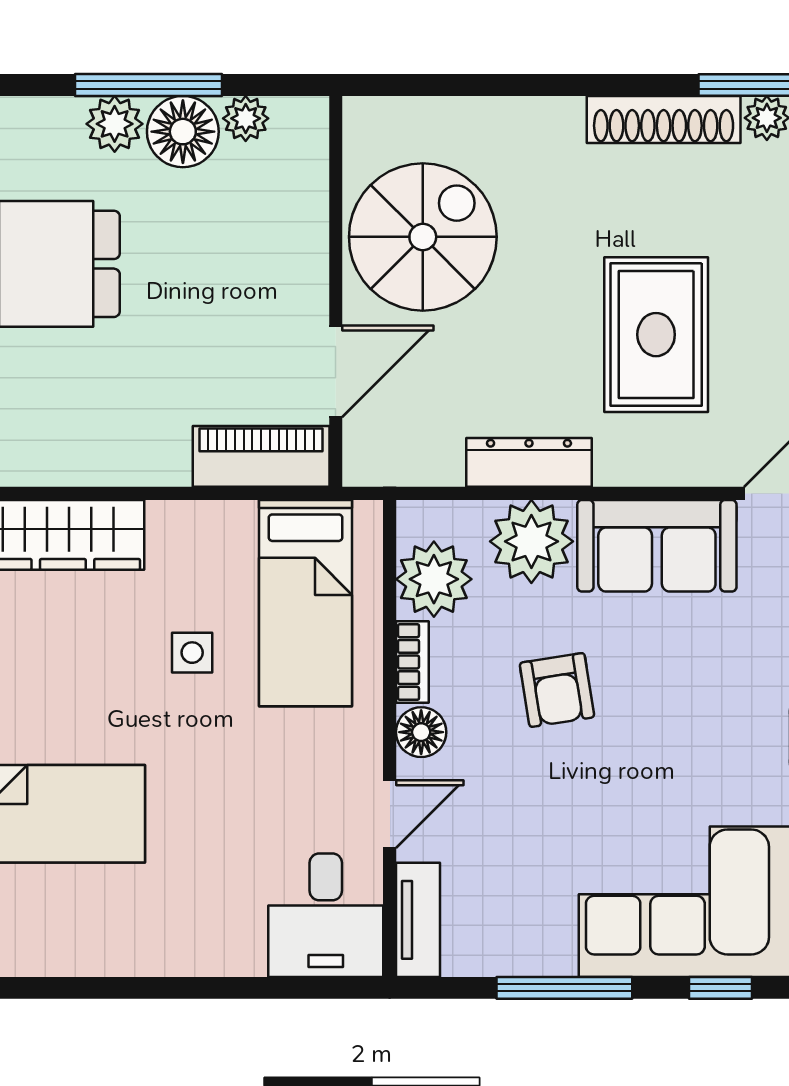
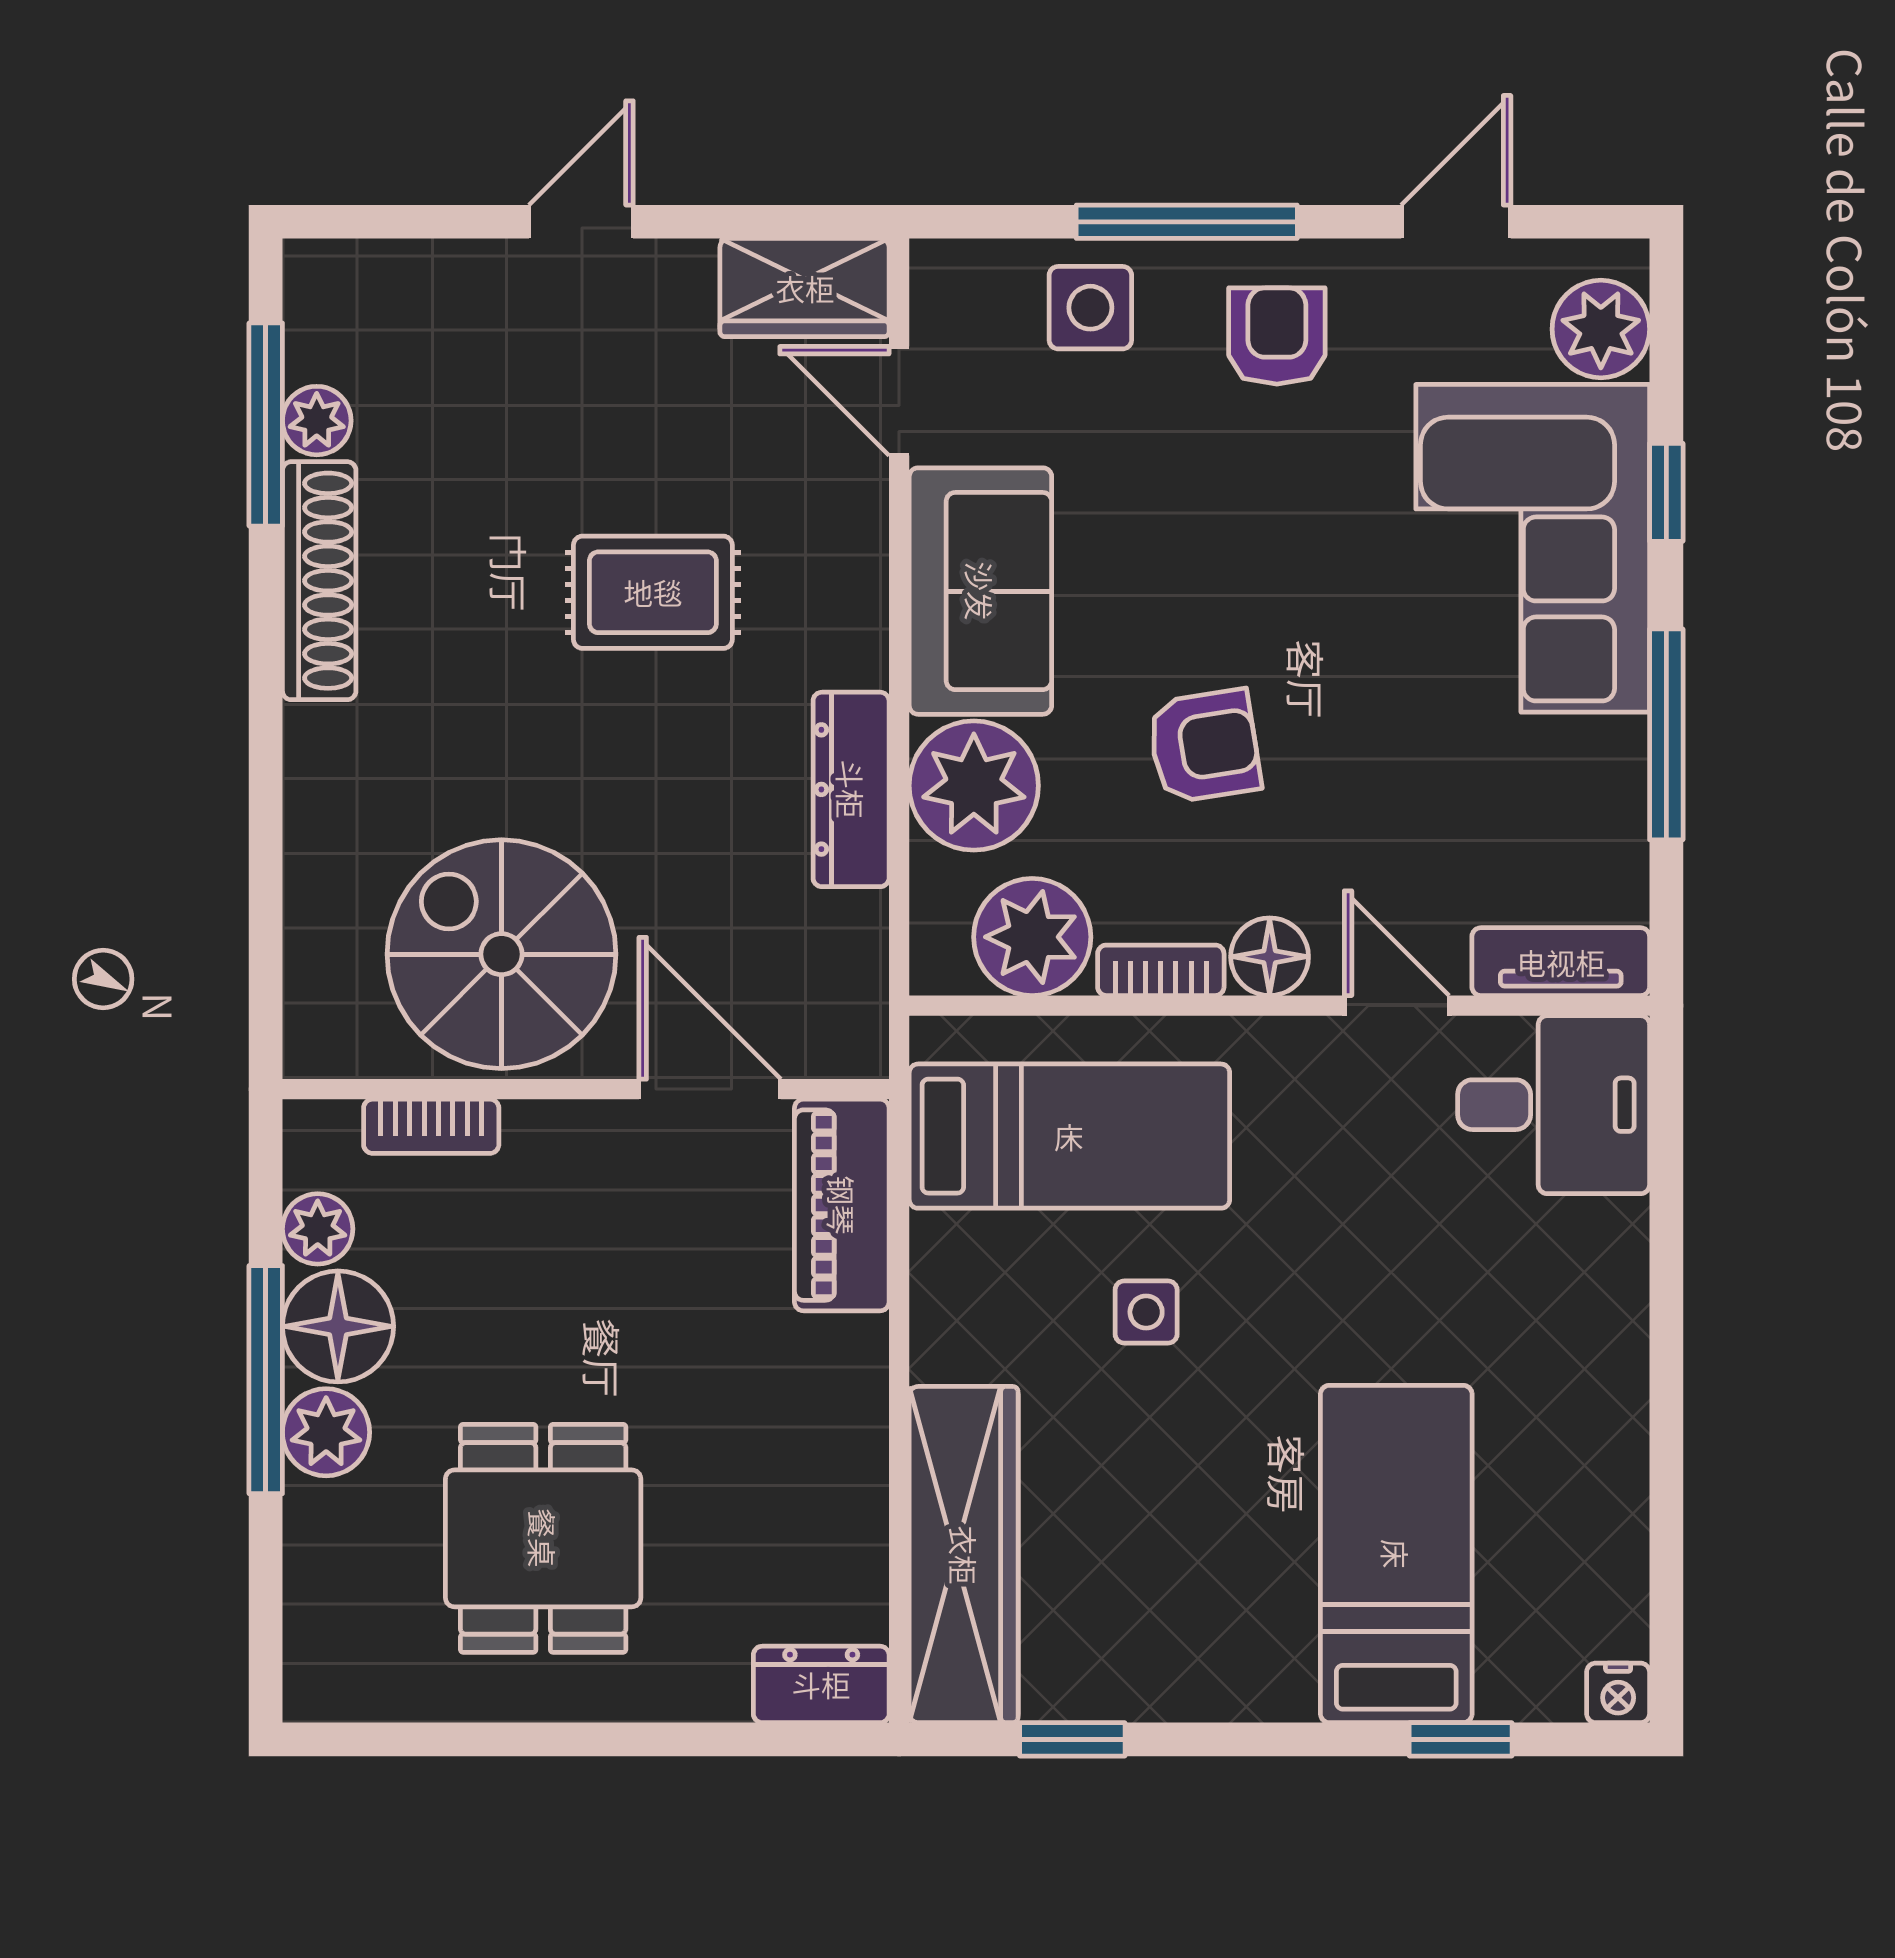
bookcase: (312, 192) -> (431, 1126), added
rug: (656, 335) -> (653, 592), width x0.73, depth x0.70

